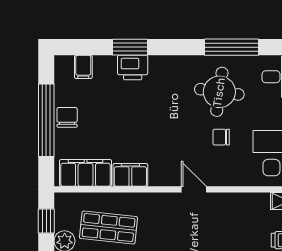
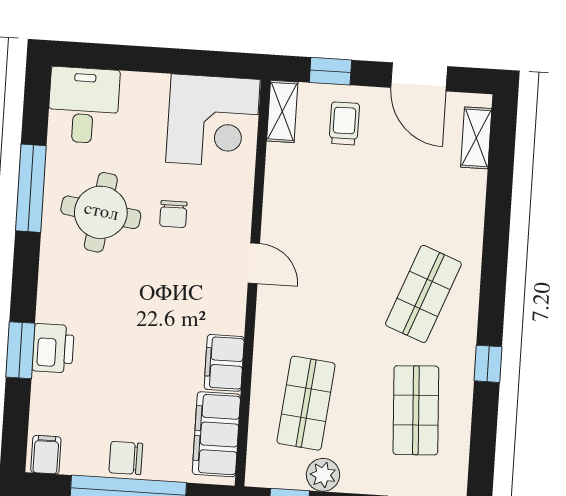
filing cabinet: (83, 67) -> (46, 455), moved, turned -90
door: (194, 189) -> (254, 263), swing flipped

